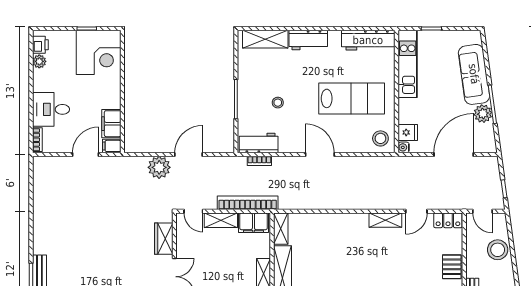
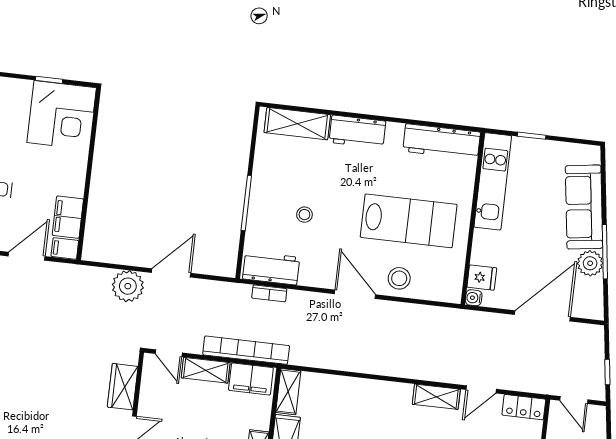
stool: (380, 138) -> (399, 278), moved

